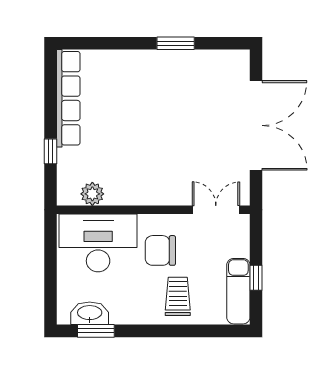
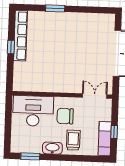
window: (176, 43) -> (55, 8), moved
window: (51, 151) -> (11, 47), moved
plant: (92, 194) -> (31, 86), removed
washbasin: (90, 313) -> (52, 148), moved

